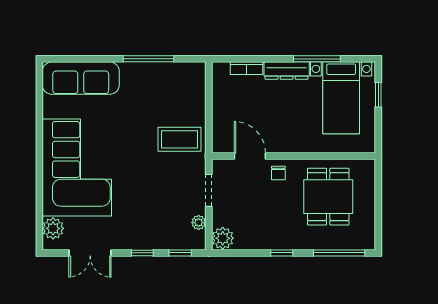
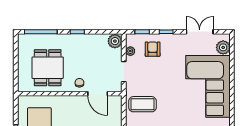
armchair: (164, 226) -> (153, 49), added

